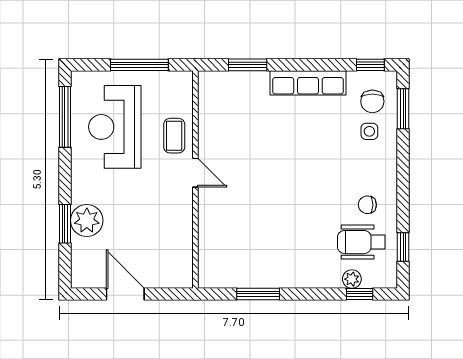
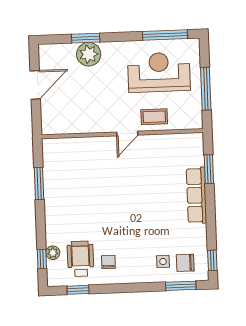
row of seats: (308, 83) -> (197, 195), moved

